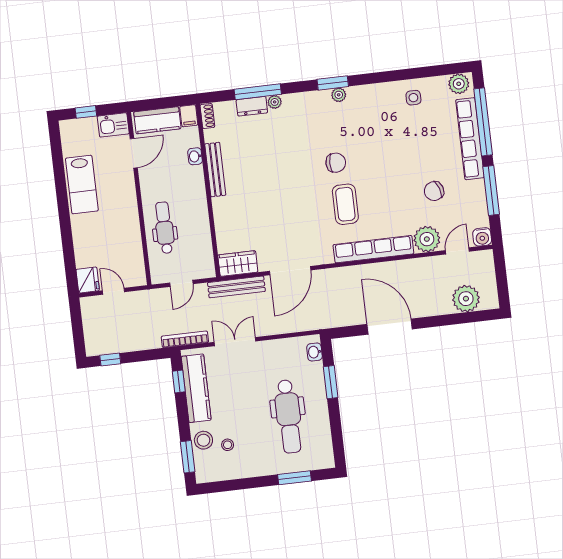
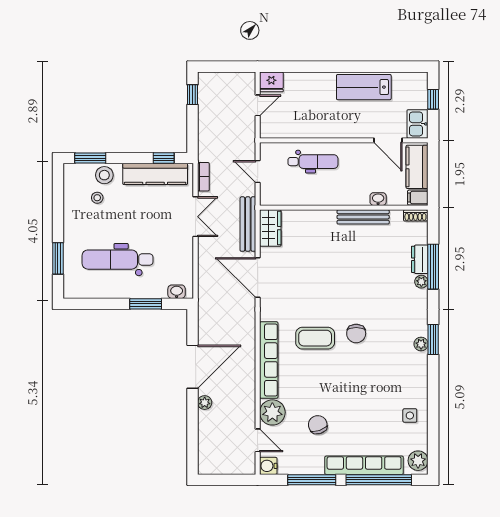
plant: (466, 299) -> (205, 403), moved, width x0.53, depth x0.53
bookcase: (185, 339) -> (203, 177), width x0.64

